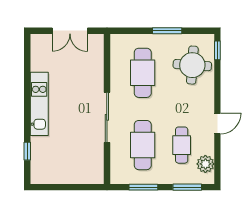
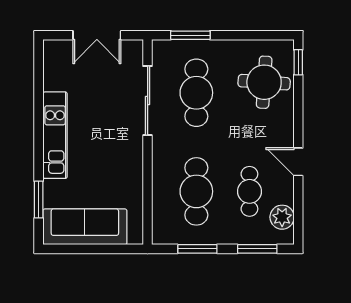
window: (167, 31) -> (190, 35), moved
sliding door: (107, 117) -> (148, 101), moved
door: (217, 123) -> (298, 162), swing flipped
window: (27, 151) -> (39, 200), width x1.50
sofa: (61, 171) -> (85, 227), added

